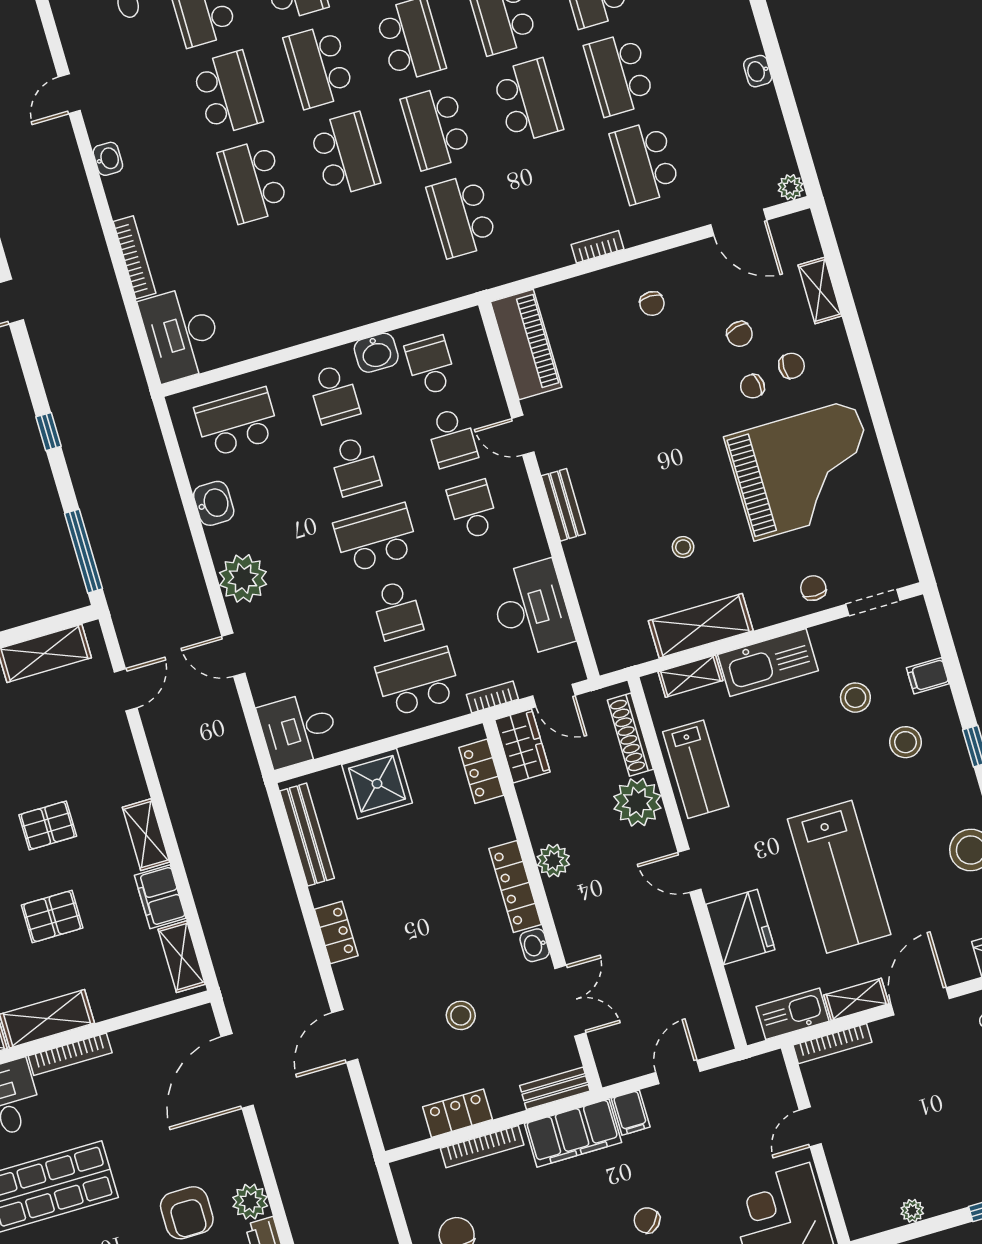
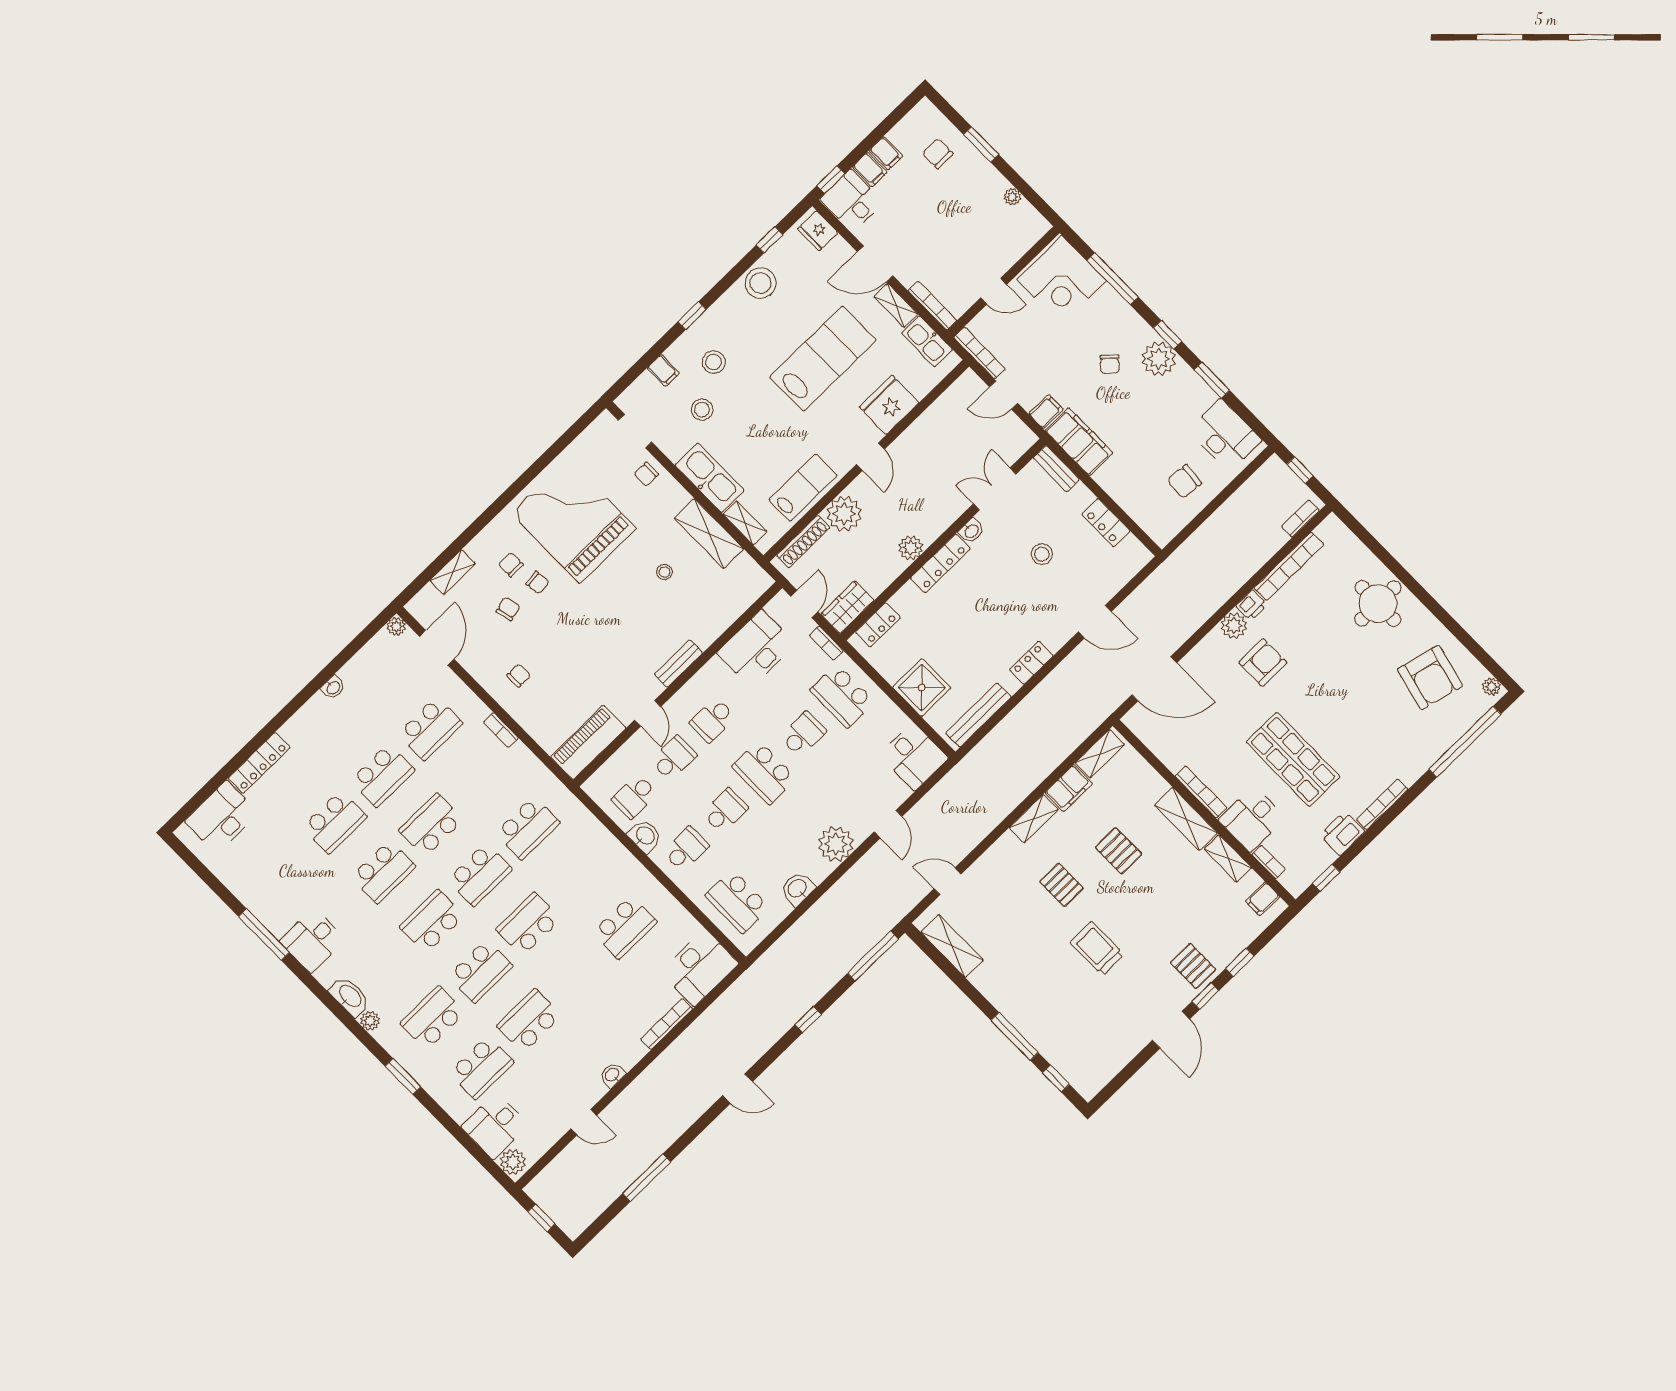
school desk: (253, 181) -> (625, 927), moved
bookcase: (482, 1147) -> (979, 353), moved

